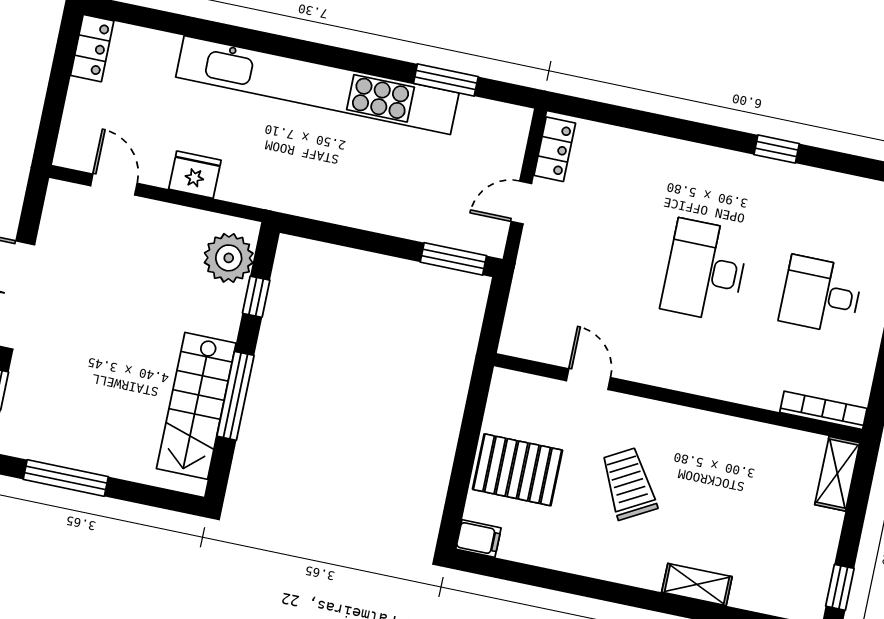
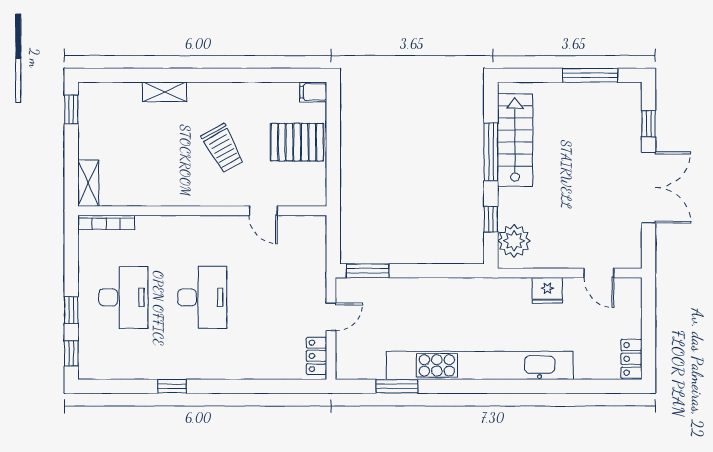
desk: (821, 295) -> (123, 297), width x1.37

